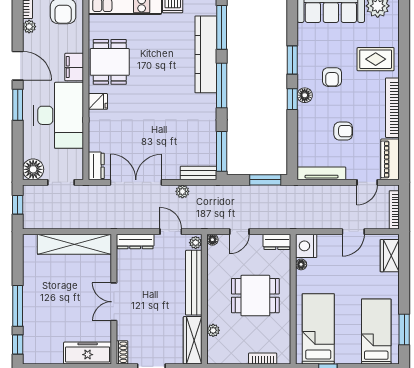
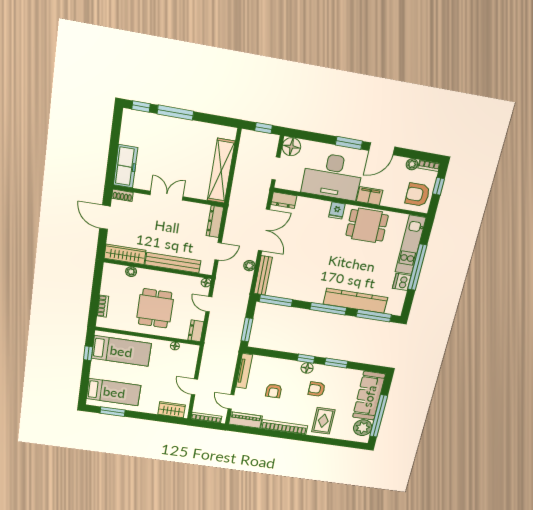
bench: (199, 173) -> (263, 275), width x1.36
plant: (196, 243) -> (206, 269), removed
nightstand: (306, 246) -> (189, 352), removed

